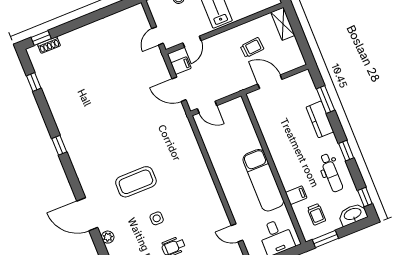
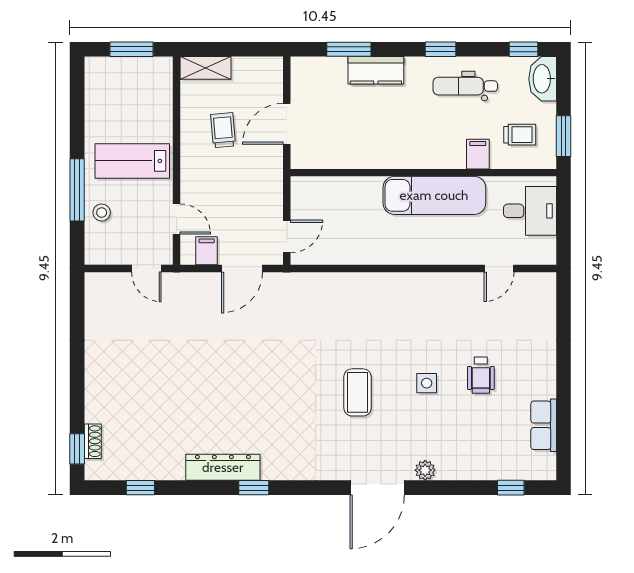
dresser: (64, 124) -> (223, 467), added
dental chair: (331, 173) -> (465, 86), turned 180
coffee table: (136, 182) -> (358, 392), width x0.73, depth x0.76

